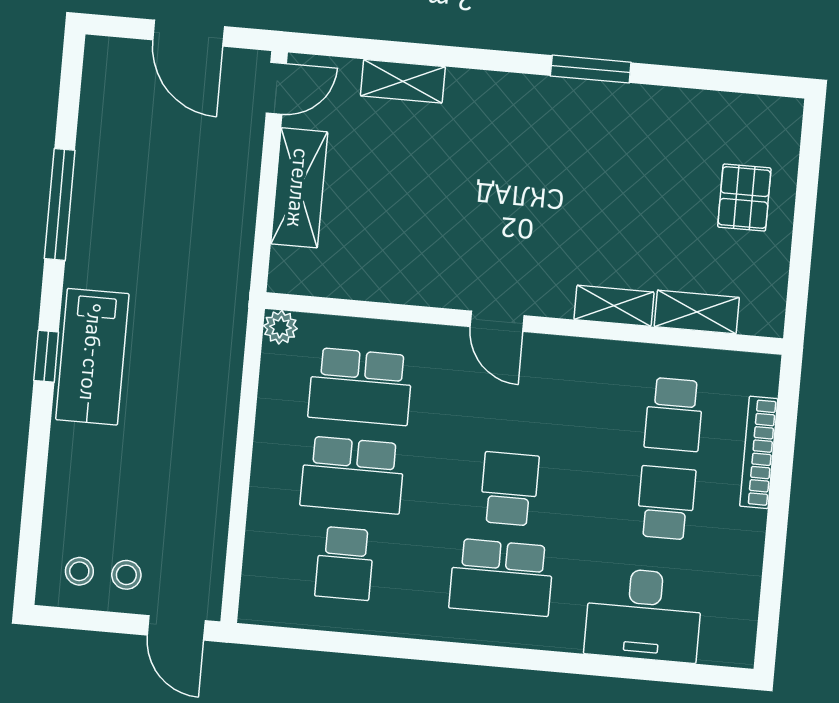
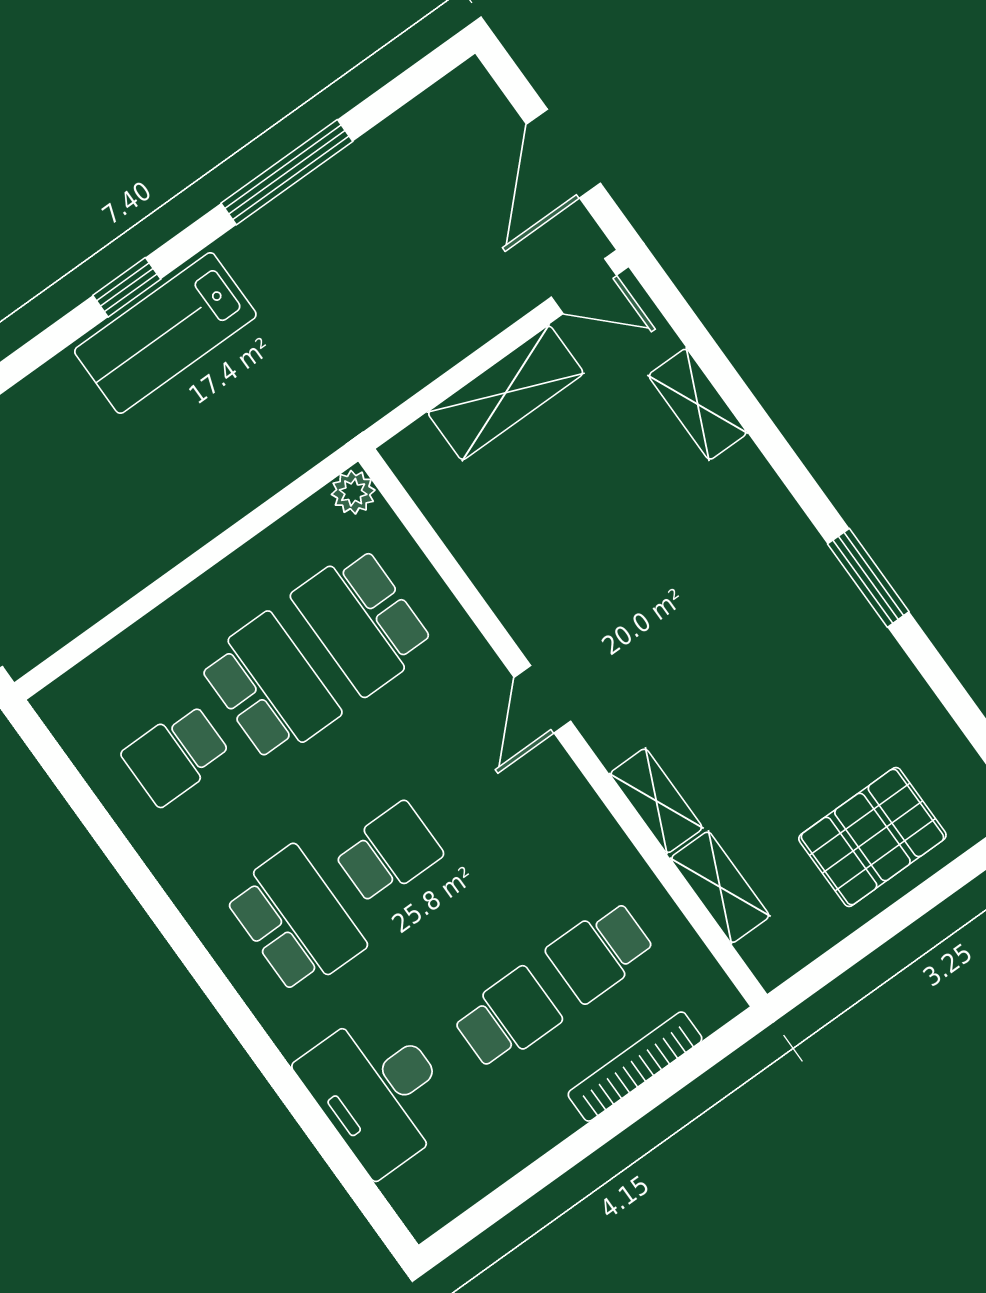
pallet: (744, 198) -> (872, 837), width x1.50, depth x1.42
school desk: (353, 475) -> (270, 688), turned 180
school desk: (501, 577) -> (295, 920), turned 180

